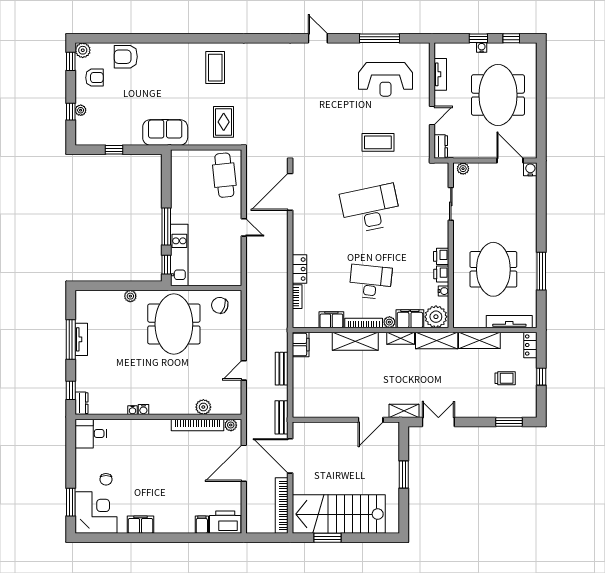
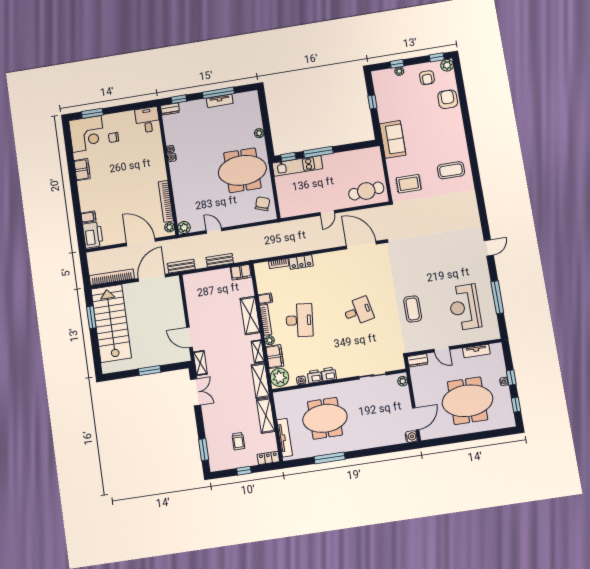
desk: (370, 209) -> (358, 311), width x0.53, depth x0.77
filing cabinet: (331, 320) -> (265, 299), width x0.50
plant: (203, 407) -> (184, 227), moved

